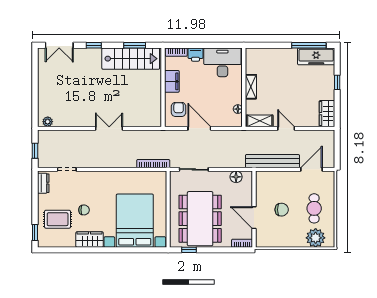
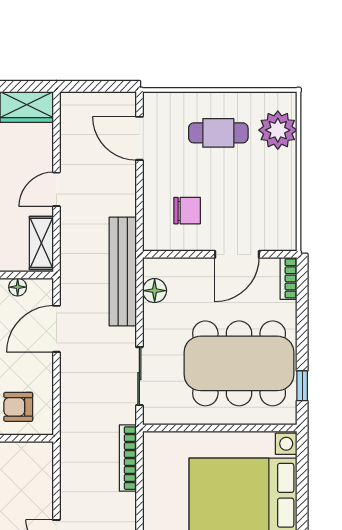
door: (199, 128) -> (56, 329), moved
bench: (272, 161) -> (123, 272), moved
chair: (282, 210) -> (187, 211), moved, turned 90

